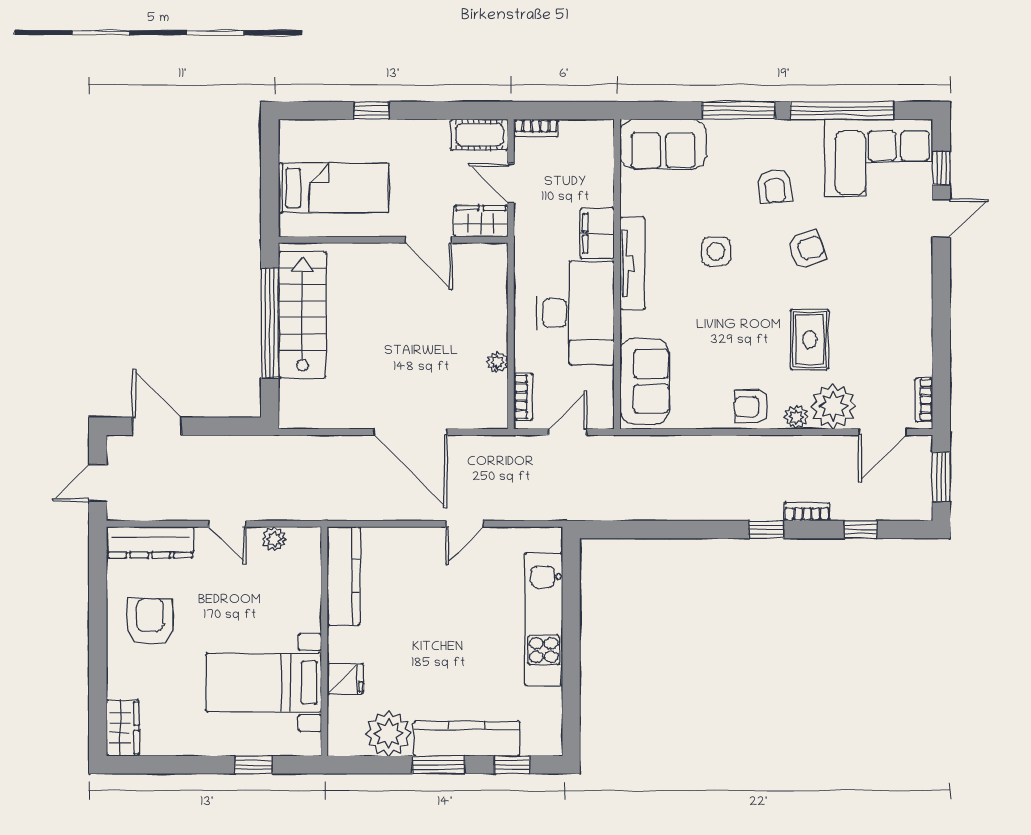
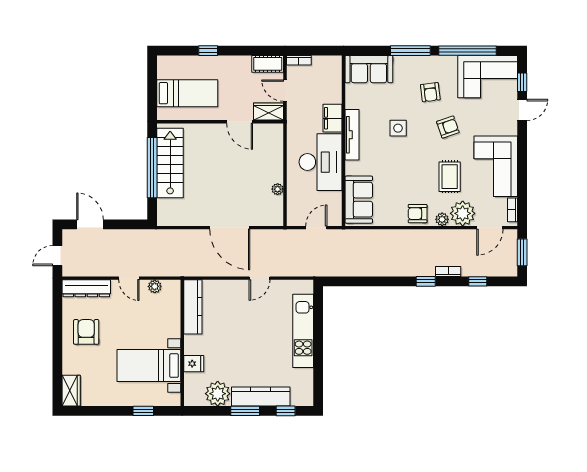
corner sofa: (893, 320) -> (496, 166), added
bookcase: (523, 397) -> (292, 208), removed

